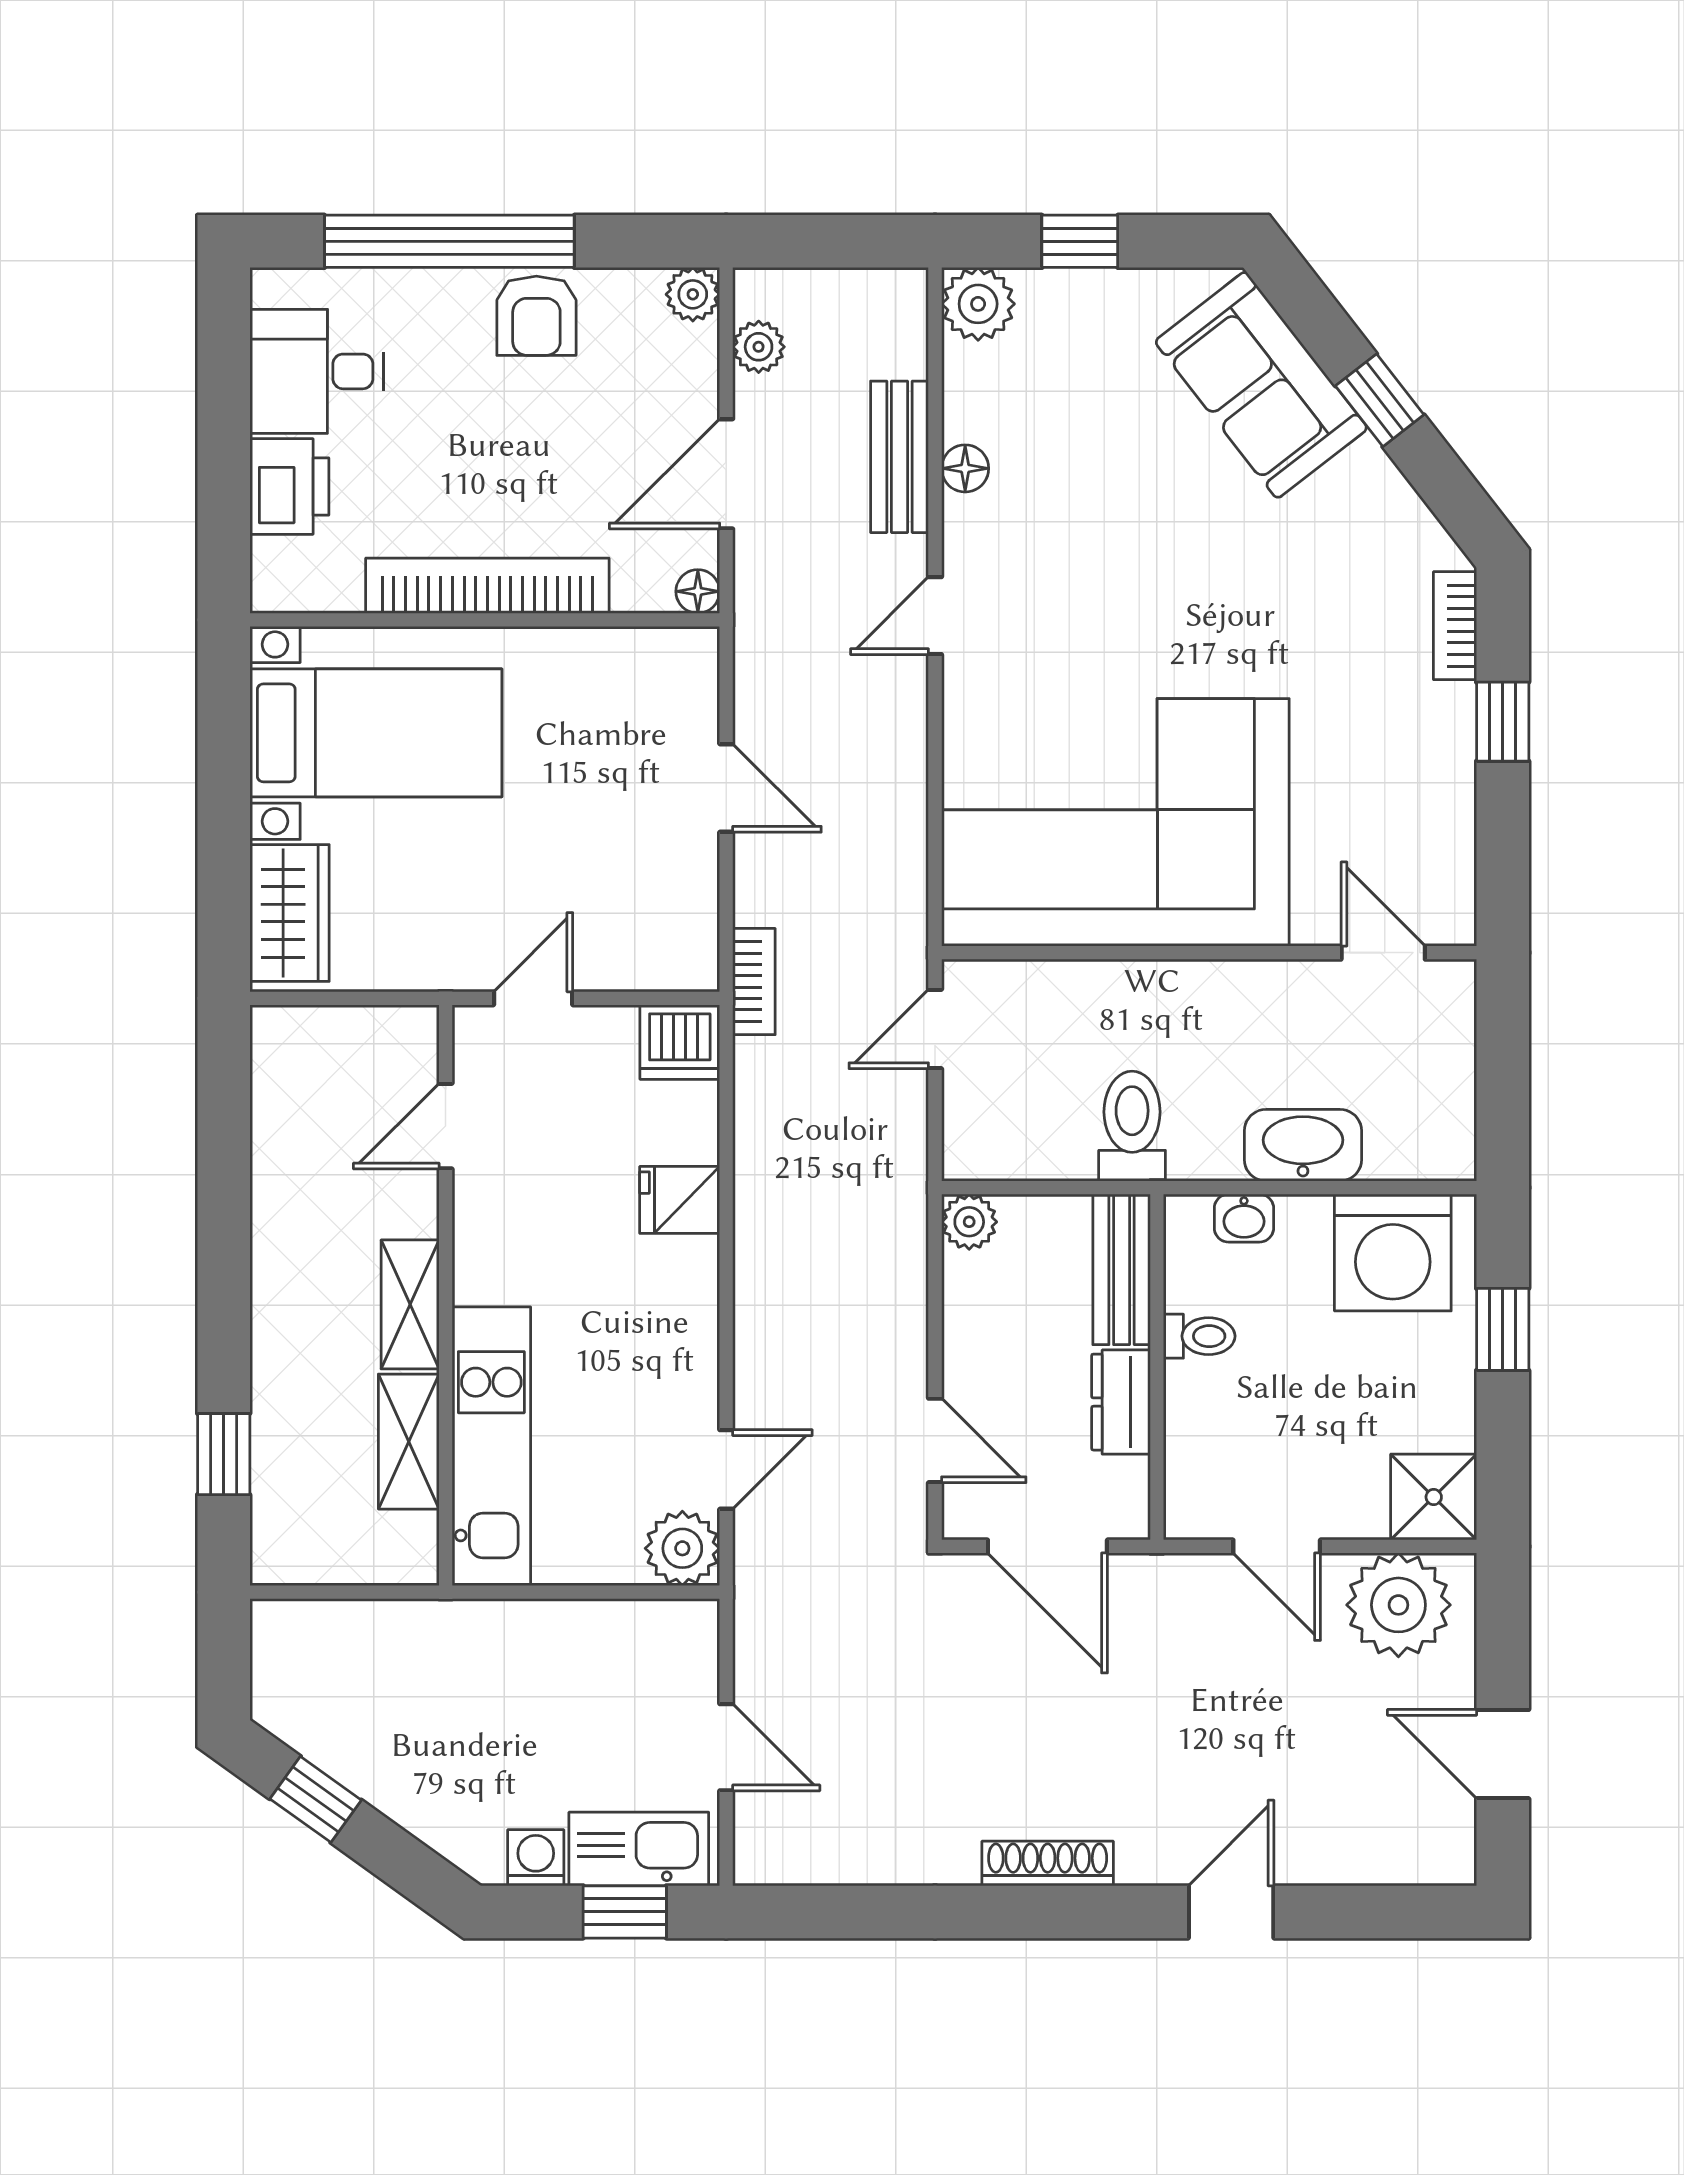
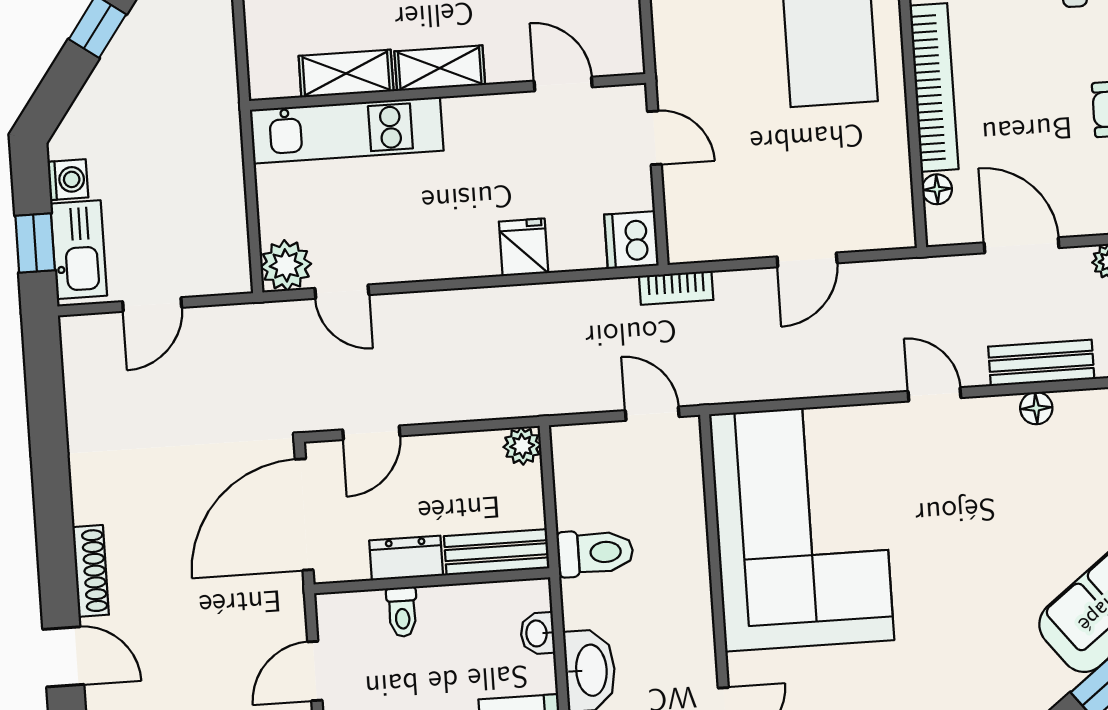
floor lamp: (698, 591) -> (937, 189), moved
toilet: (1199, 1336) -> (402, 612), moved
door: (1047, 1546) -> (304, 514), width x1.36
shoe rack: (1048, 1863) -> (91, 571), moved

